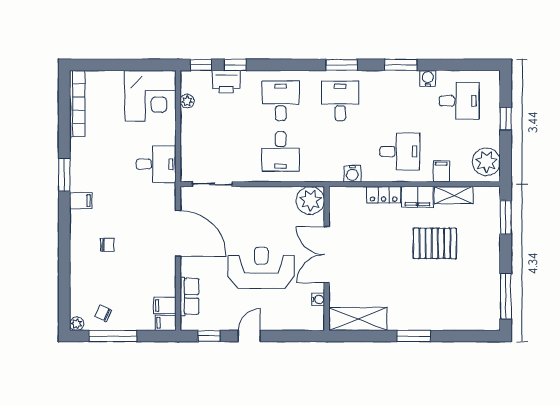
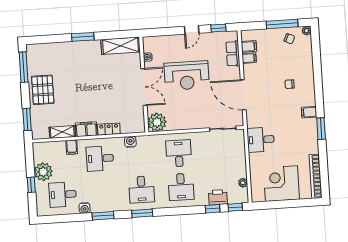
corner desk: (150, 96) -> (281, 184), moved
plant: (486, 162) -> (43, 172), moved
pallet: (435, 243) -> (43, 90), moved, turned 90
filing cabinet: (166, 323) -> (249, 58), moved

